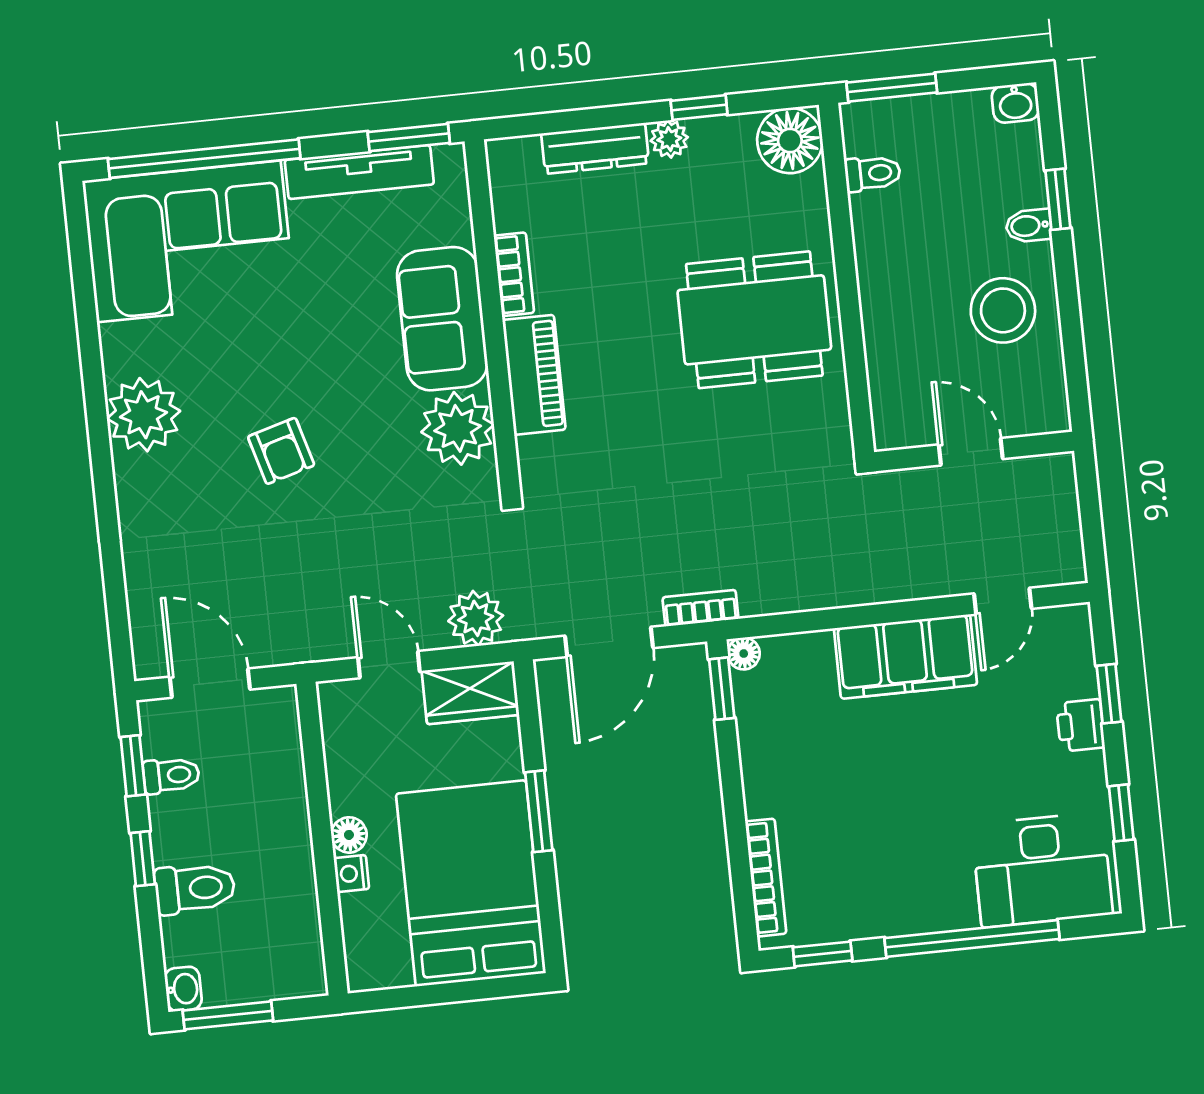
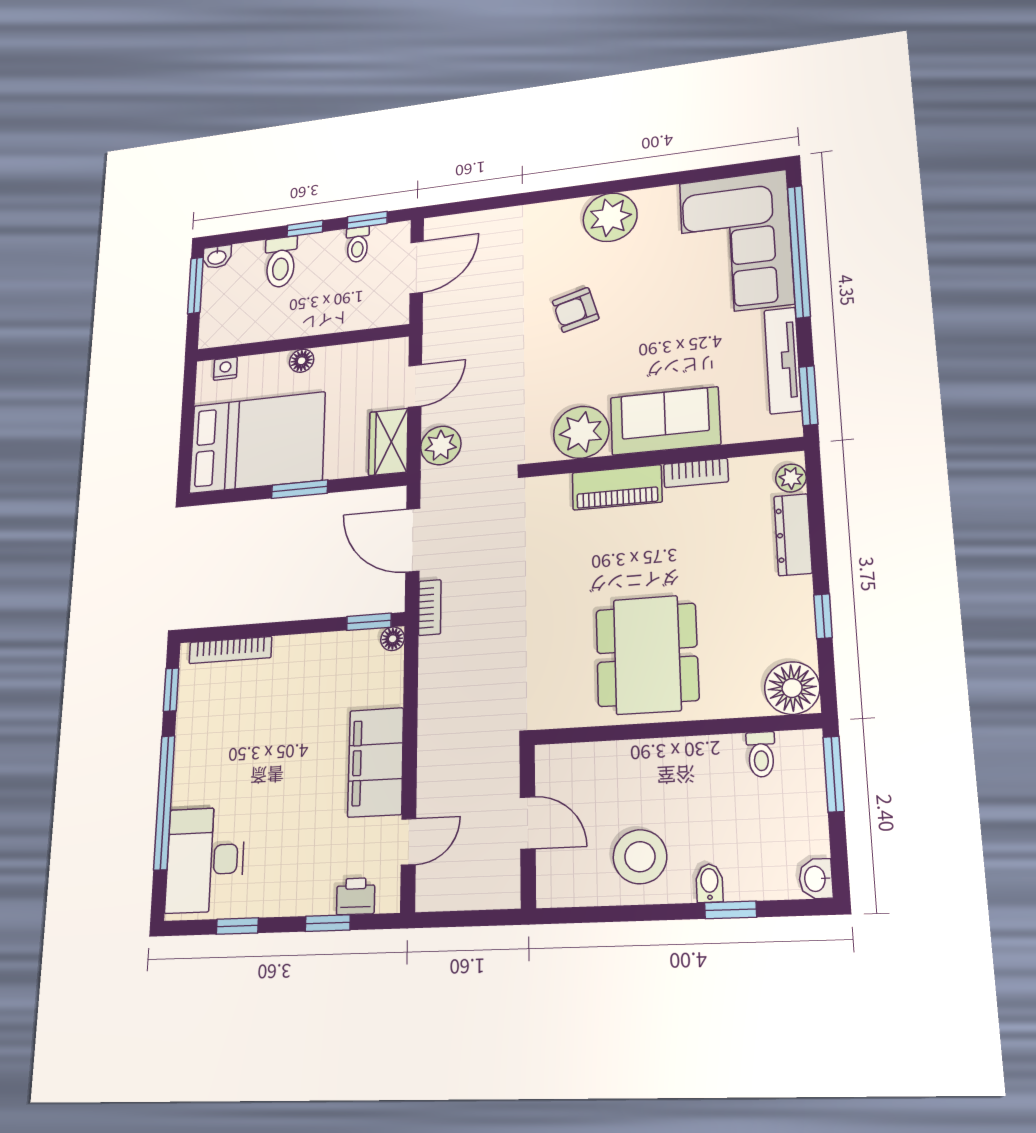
plant: (669, 139) -> (791, 478), moved
door: (971, 452) -> (528, 823), hinge flipped
door: (1003, 601) -> (409, 842), swing flipped
printer: (1080, 725) -> (356, 896), moved
nightstand: (351, 873) -> (225, 369), moved

